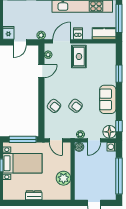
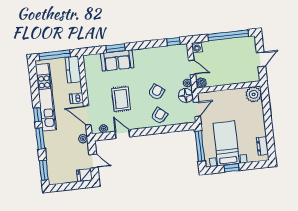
rug: (79, 57) -> (121, 99), moved, turned 90
sofa: (108, 99) -> (117, 60), moved
floor lamp: (109, 132) -> (186, 96), moved
plant: (63, 178) -> (254, 94), moved
dresser: (34, 195) -> (262, 146), moved

